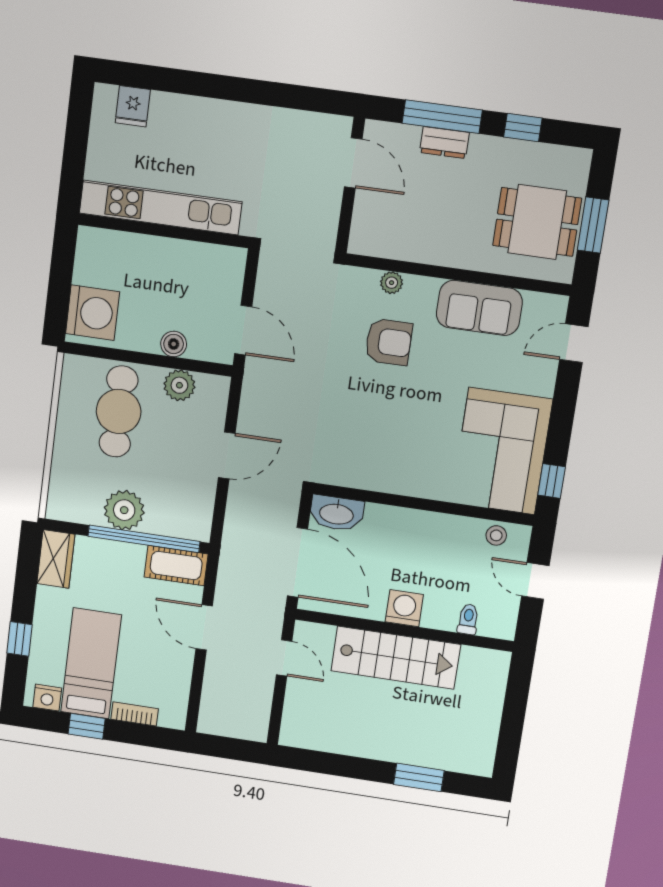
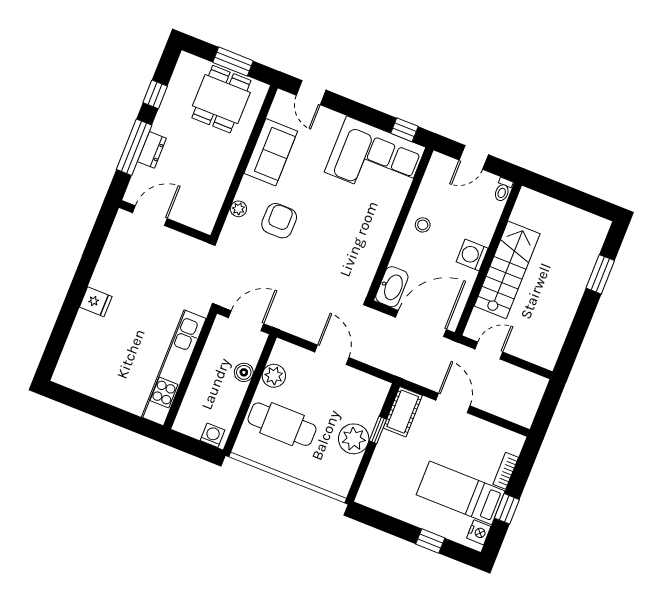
fridge: (133, 106) -> (96, 302), moved
kitchen unit: (160, 208) -> (174, 368), moved
wall: (164, 231) -> (190, 370), moved
washing machine: (93, 313) -> (213, 435), width x0.53, depth x0.53
stool: (496, 535) -> (423, 225), moved
window: (144, 539) -> (378, 430), width x0.32
wardrobe: (56, 559) -> (378, 498), removed
toilet: (468, 619) -> (503, 190), moved, turned -90
door: (204, 627) -> (453, 403), swing flipped

